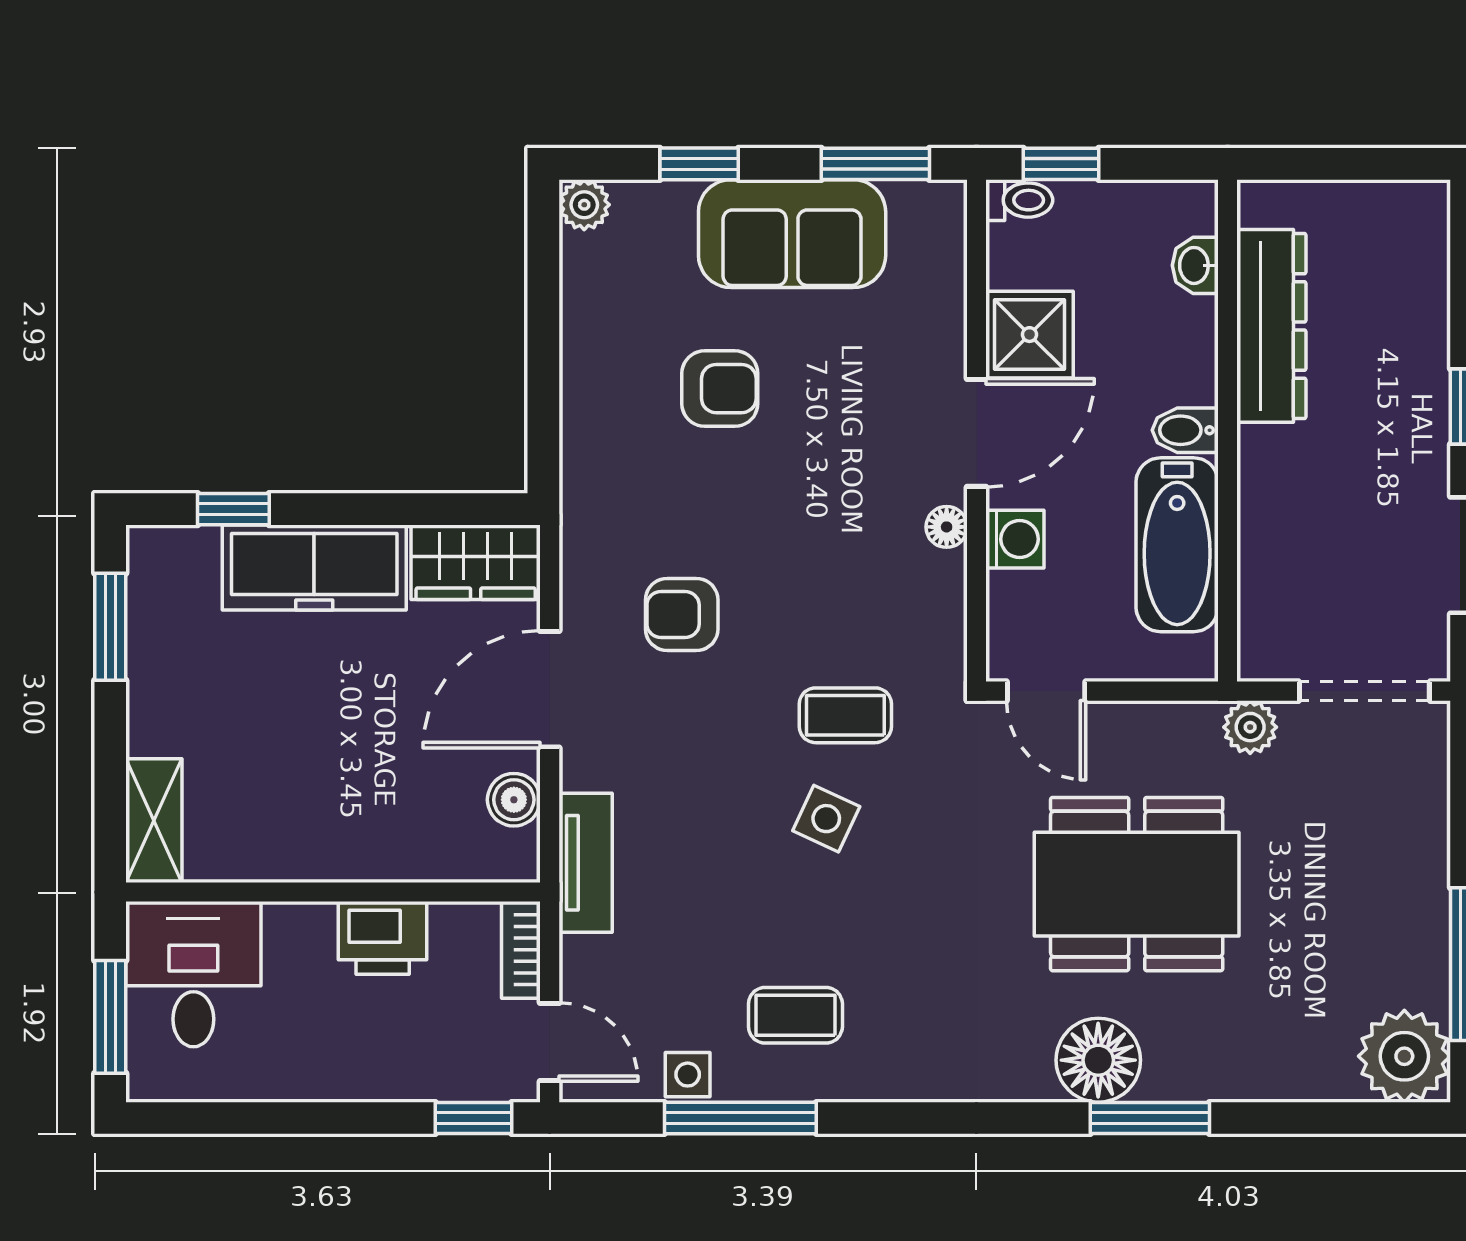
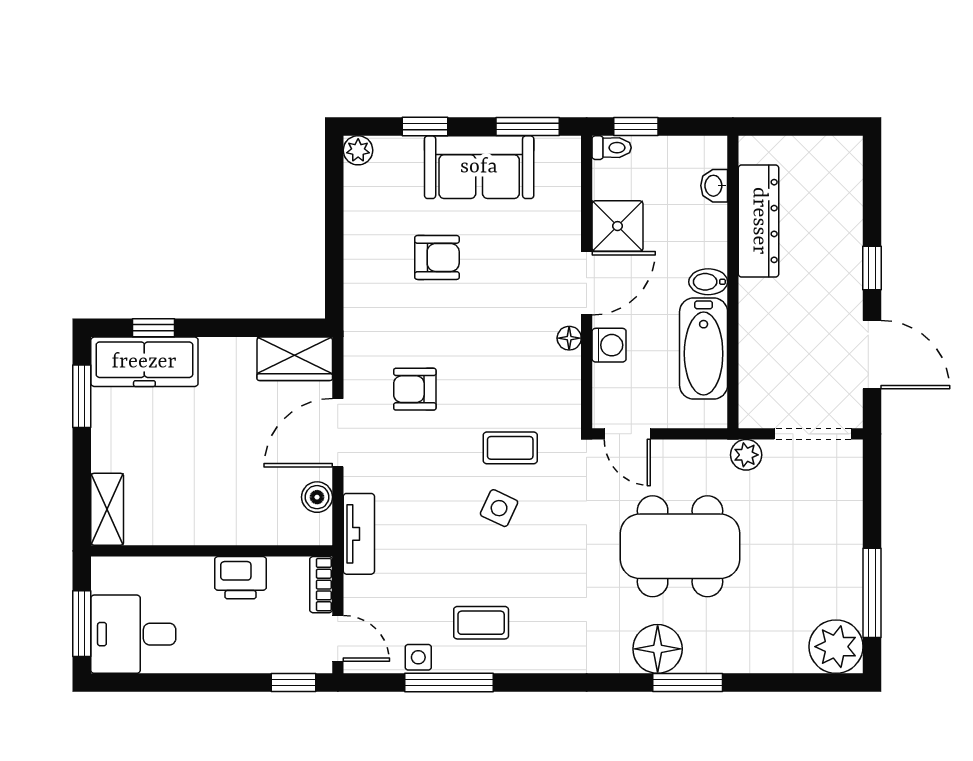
freezer: (314, 567) -> (144, 362), moved
desk: (193, 974) -> (133, 634), moved, turned -90

